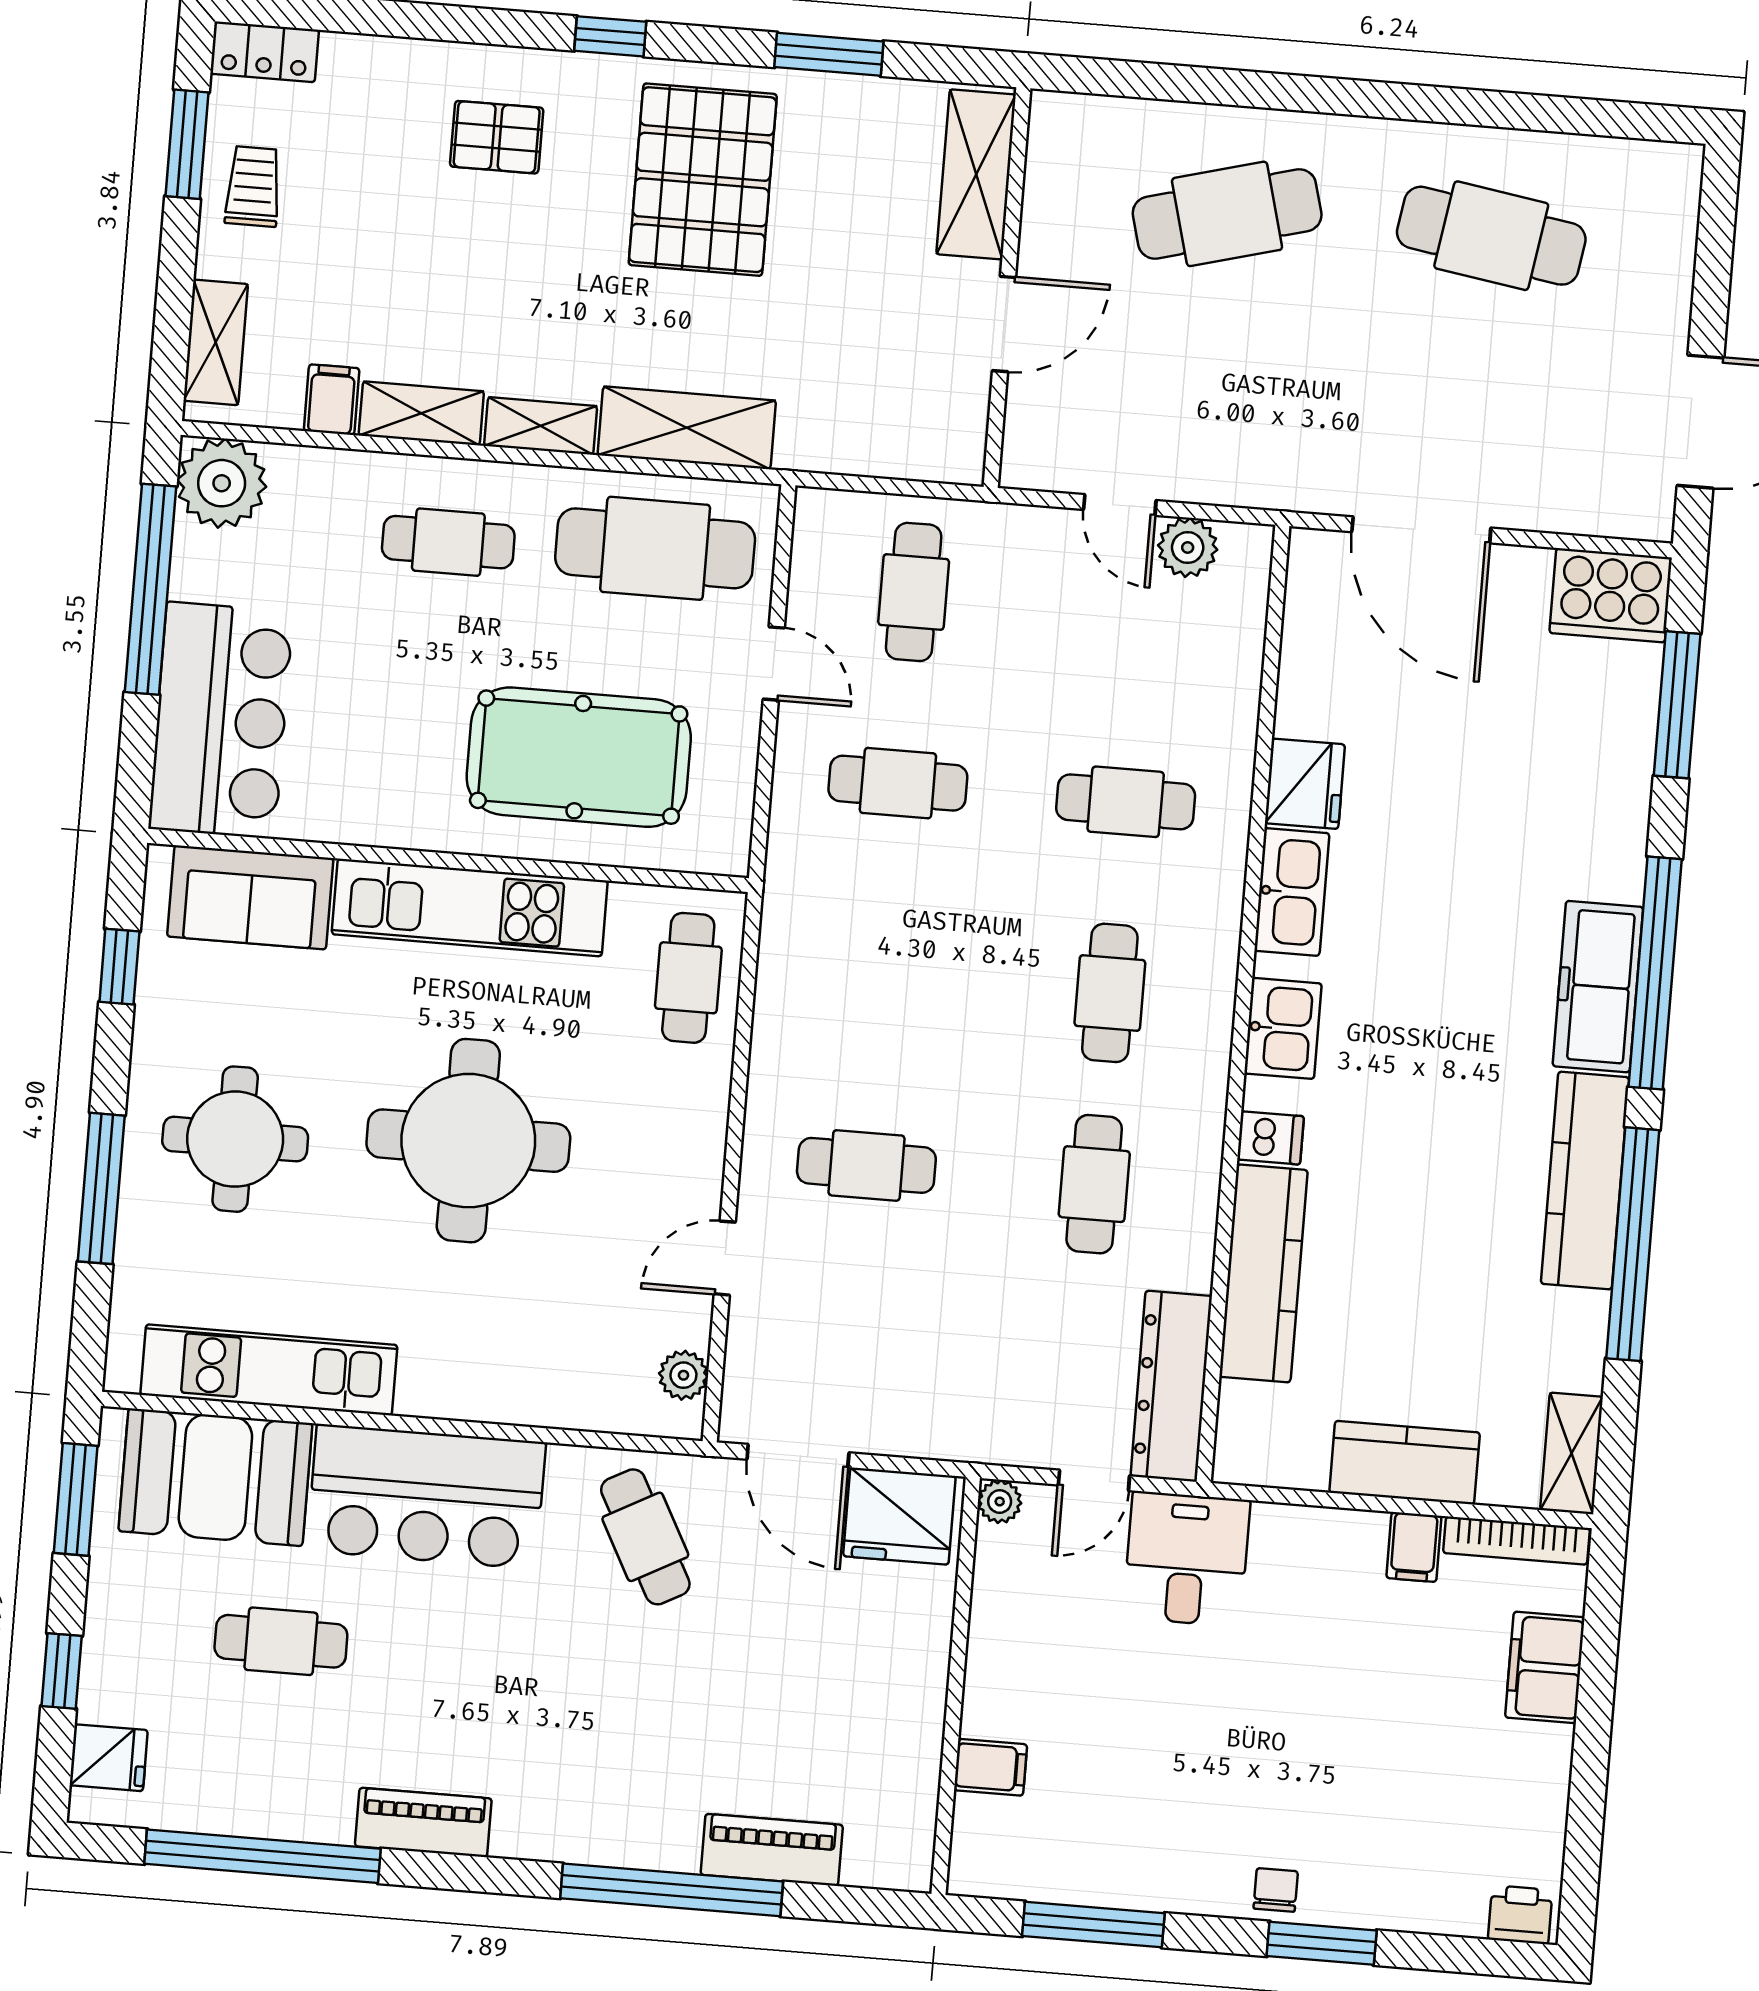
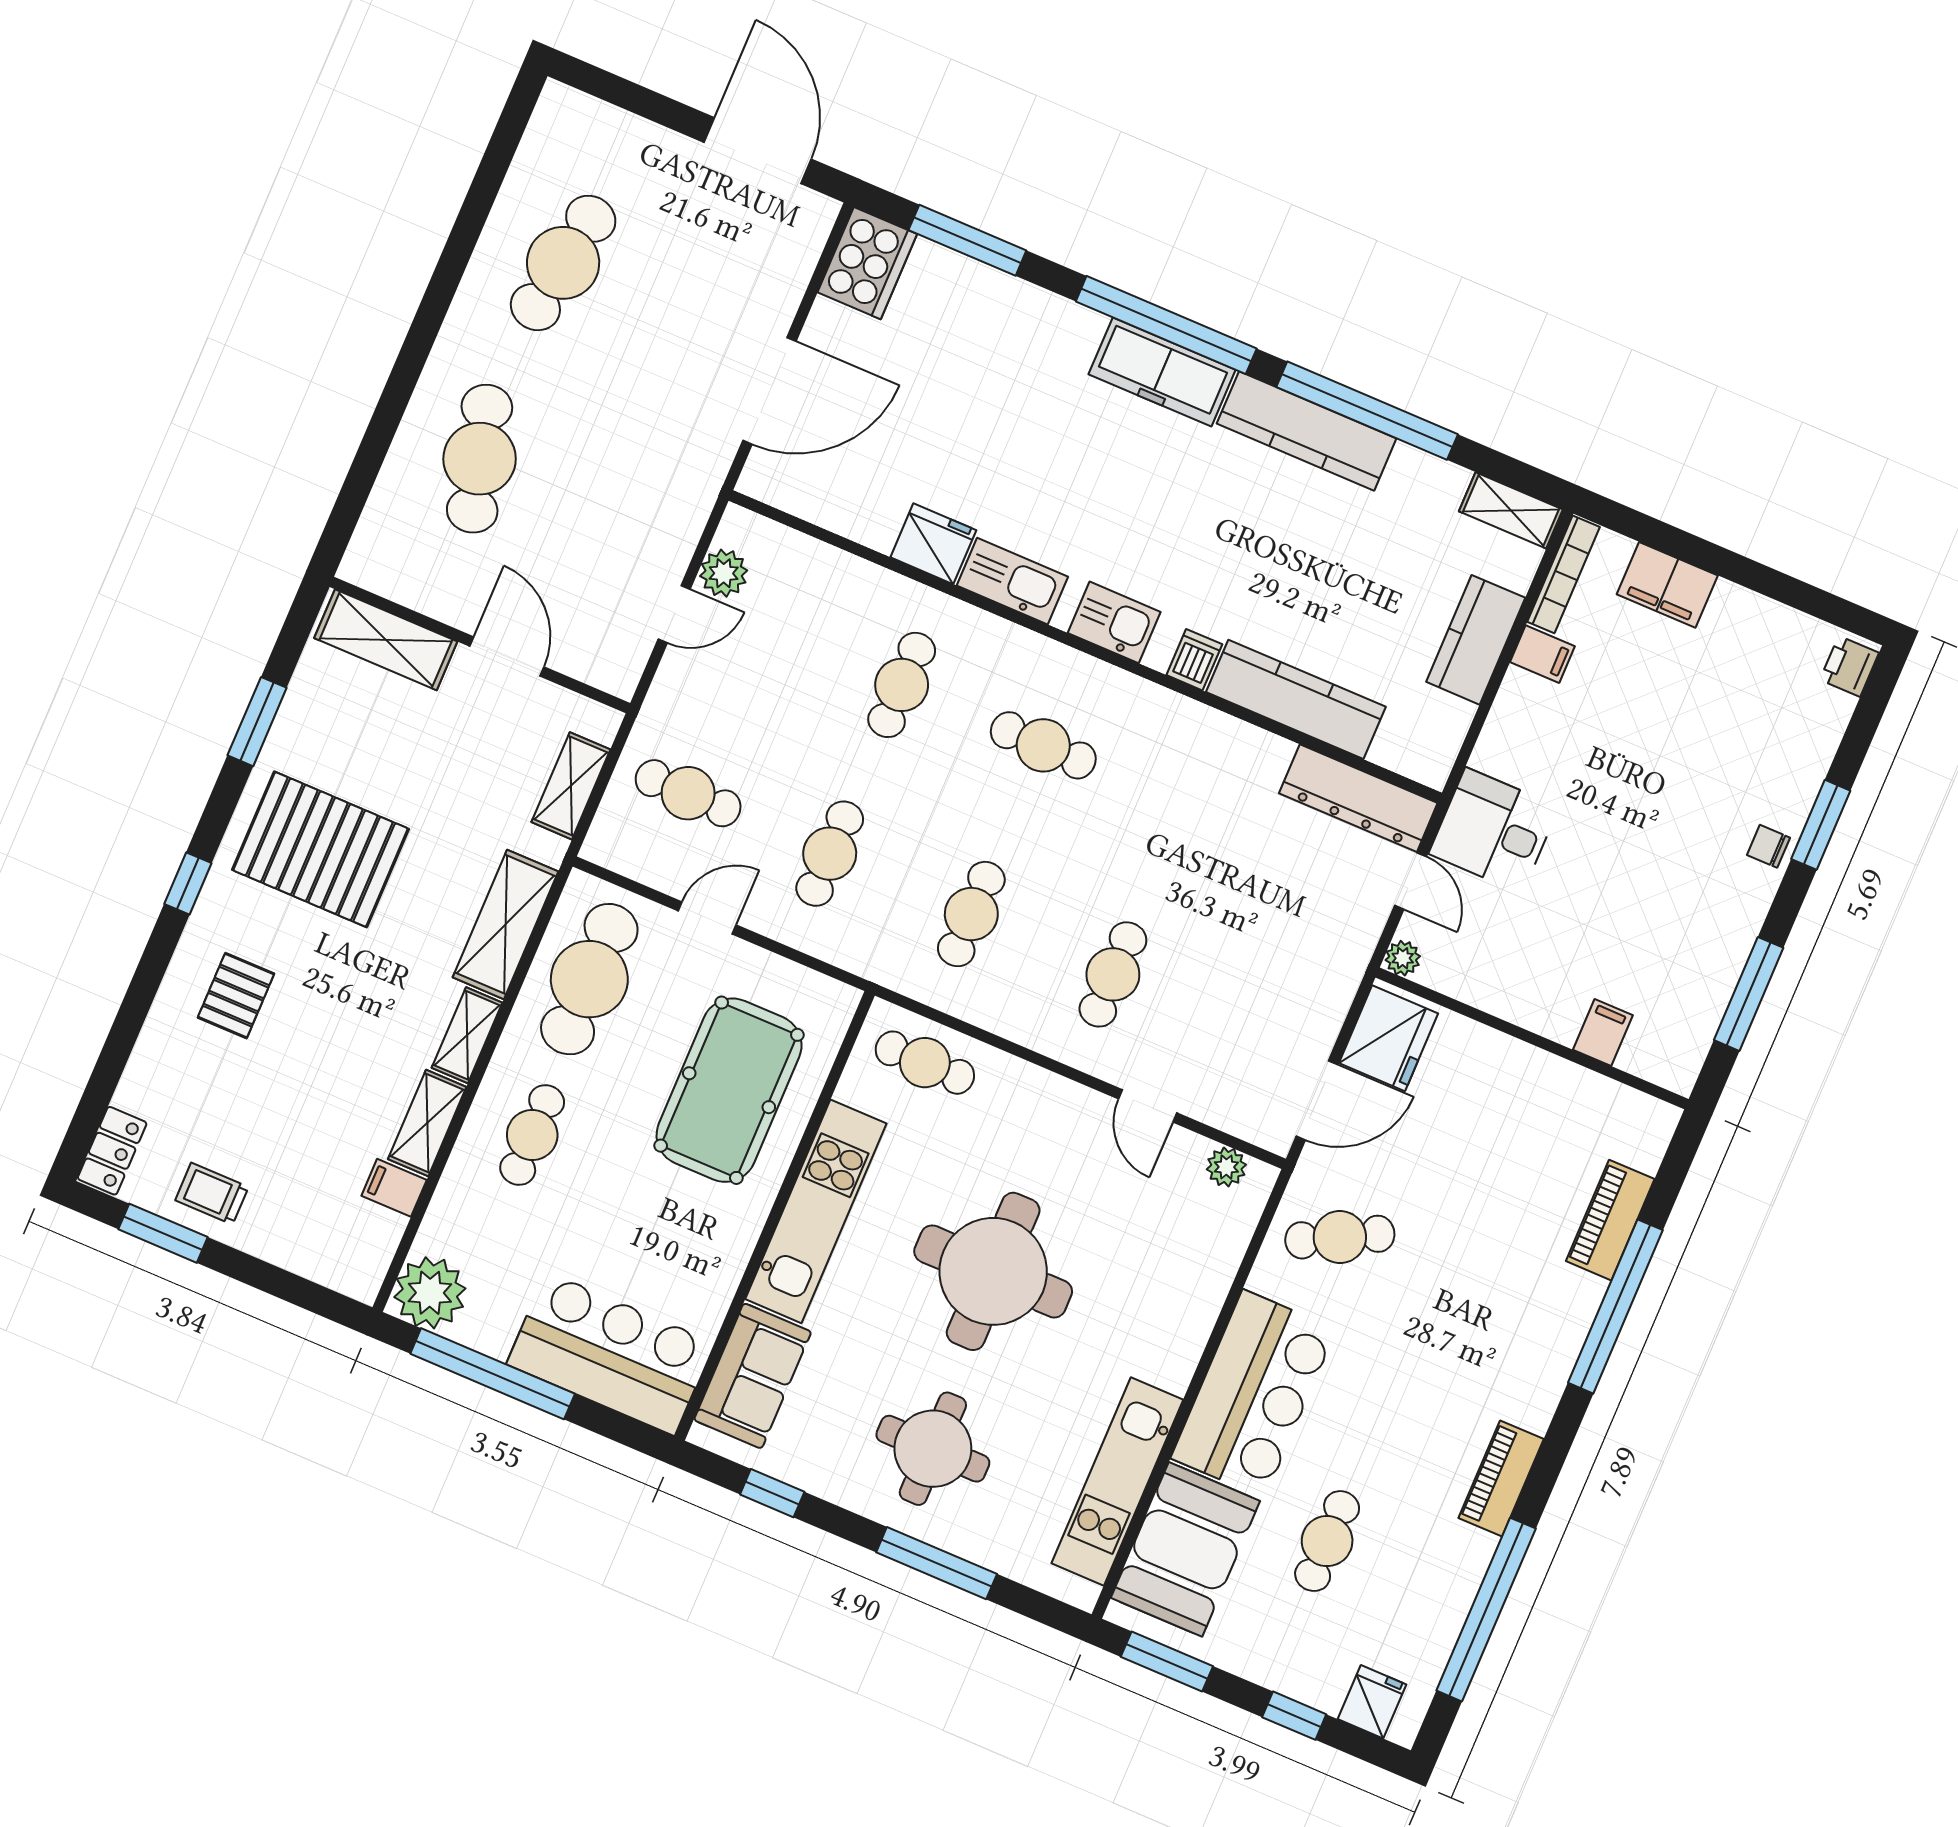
shelving: (216, 342) -> (571, 786), moved, turned 90
cafe table: (1094, 1184) -> (971, 914), moved, turned 90

